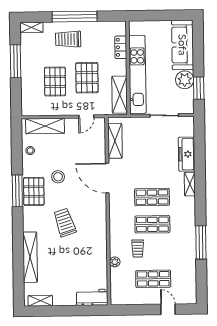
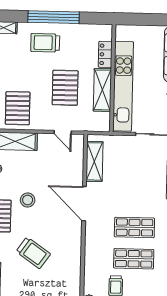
pallet: (55, 82) -> (18, 108), moved
shelving: (120, 95) -> (102, 90), moved
door: (86, 116) -> (63, 132), hinge flipped
trolley: (65, 222) -> (33, 253), turned 143

